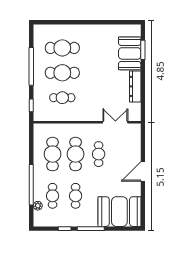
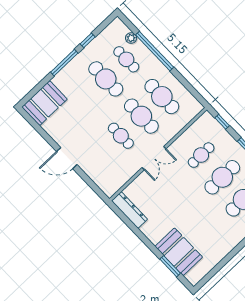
dresser: (135, 86) -> (129, 210), moved
double door: (115, 122) -> (154, 158), moved
door: (143, 171) -> (67, 158), swing flipped
cafe table: (76, 196) -> (106, 79), width x1.37, depth x1.35
booth: (119, 212) -> (44, 103), width x0.73, depth x0.70

